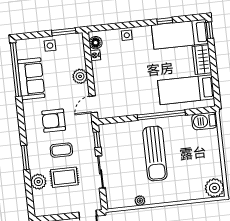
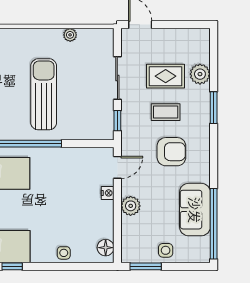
nightstand: (95, 55) -> (108, 193), moved

